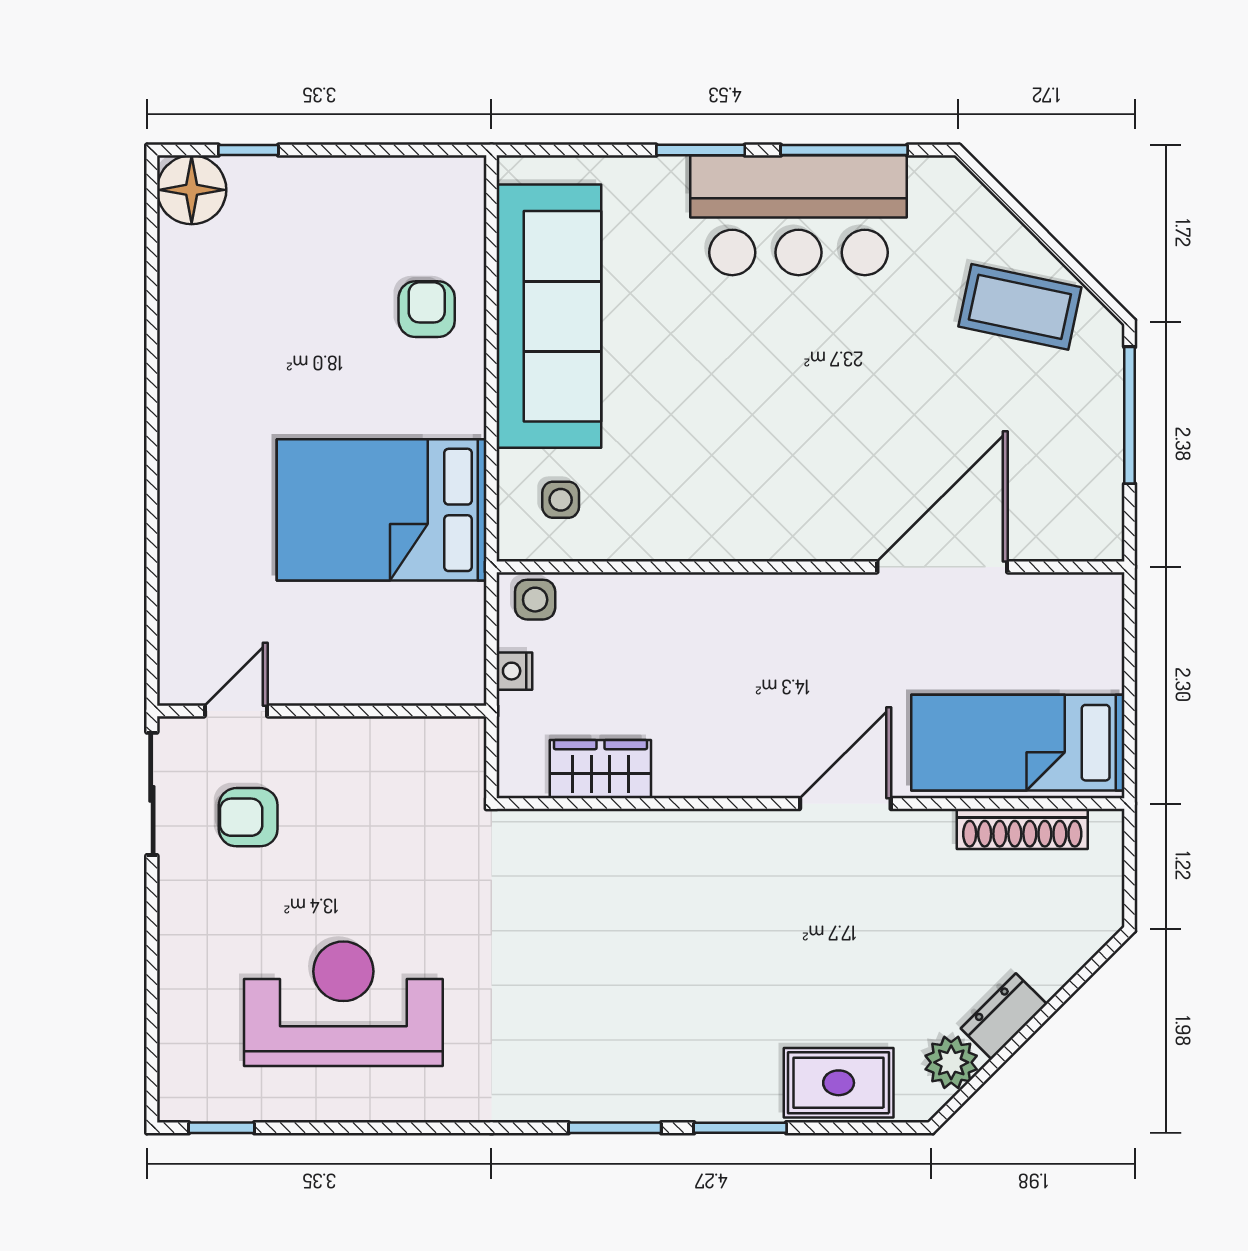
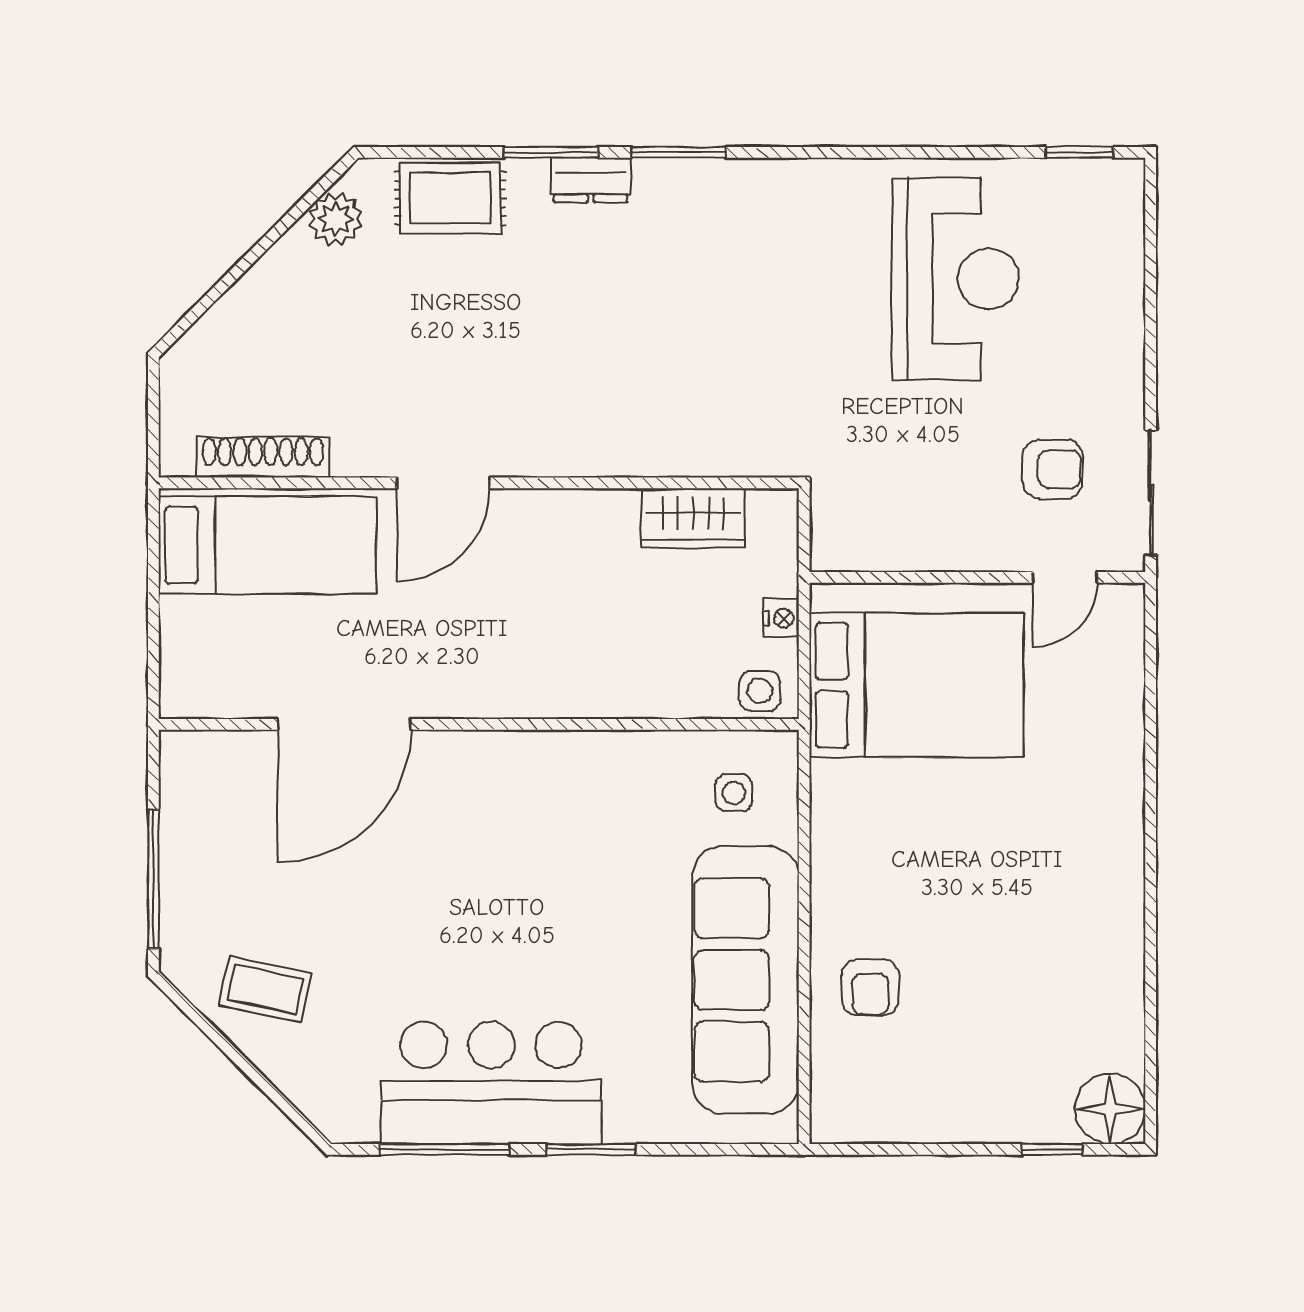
coffee table: (1020, 307) -> (265, 989), width x0.73, depth x0.77
bed: (382, 510) -> (916, 685), moved
reception desk: (343, 1004) -> (955, 279), turned -90
dresser: (1004, 1016) -> (591, 180), moved, turned 45

